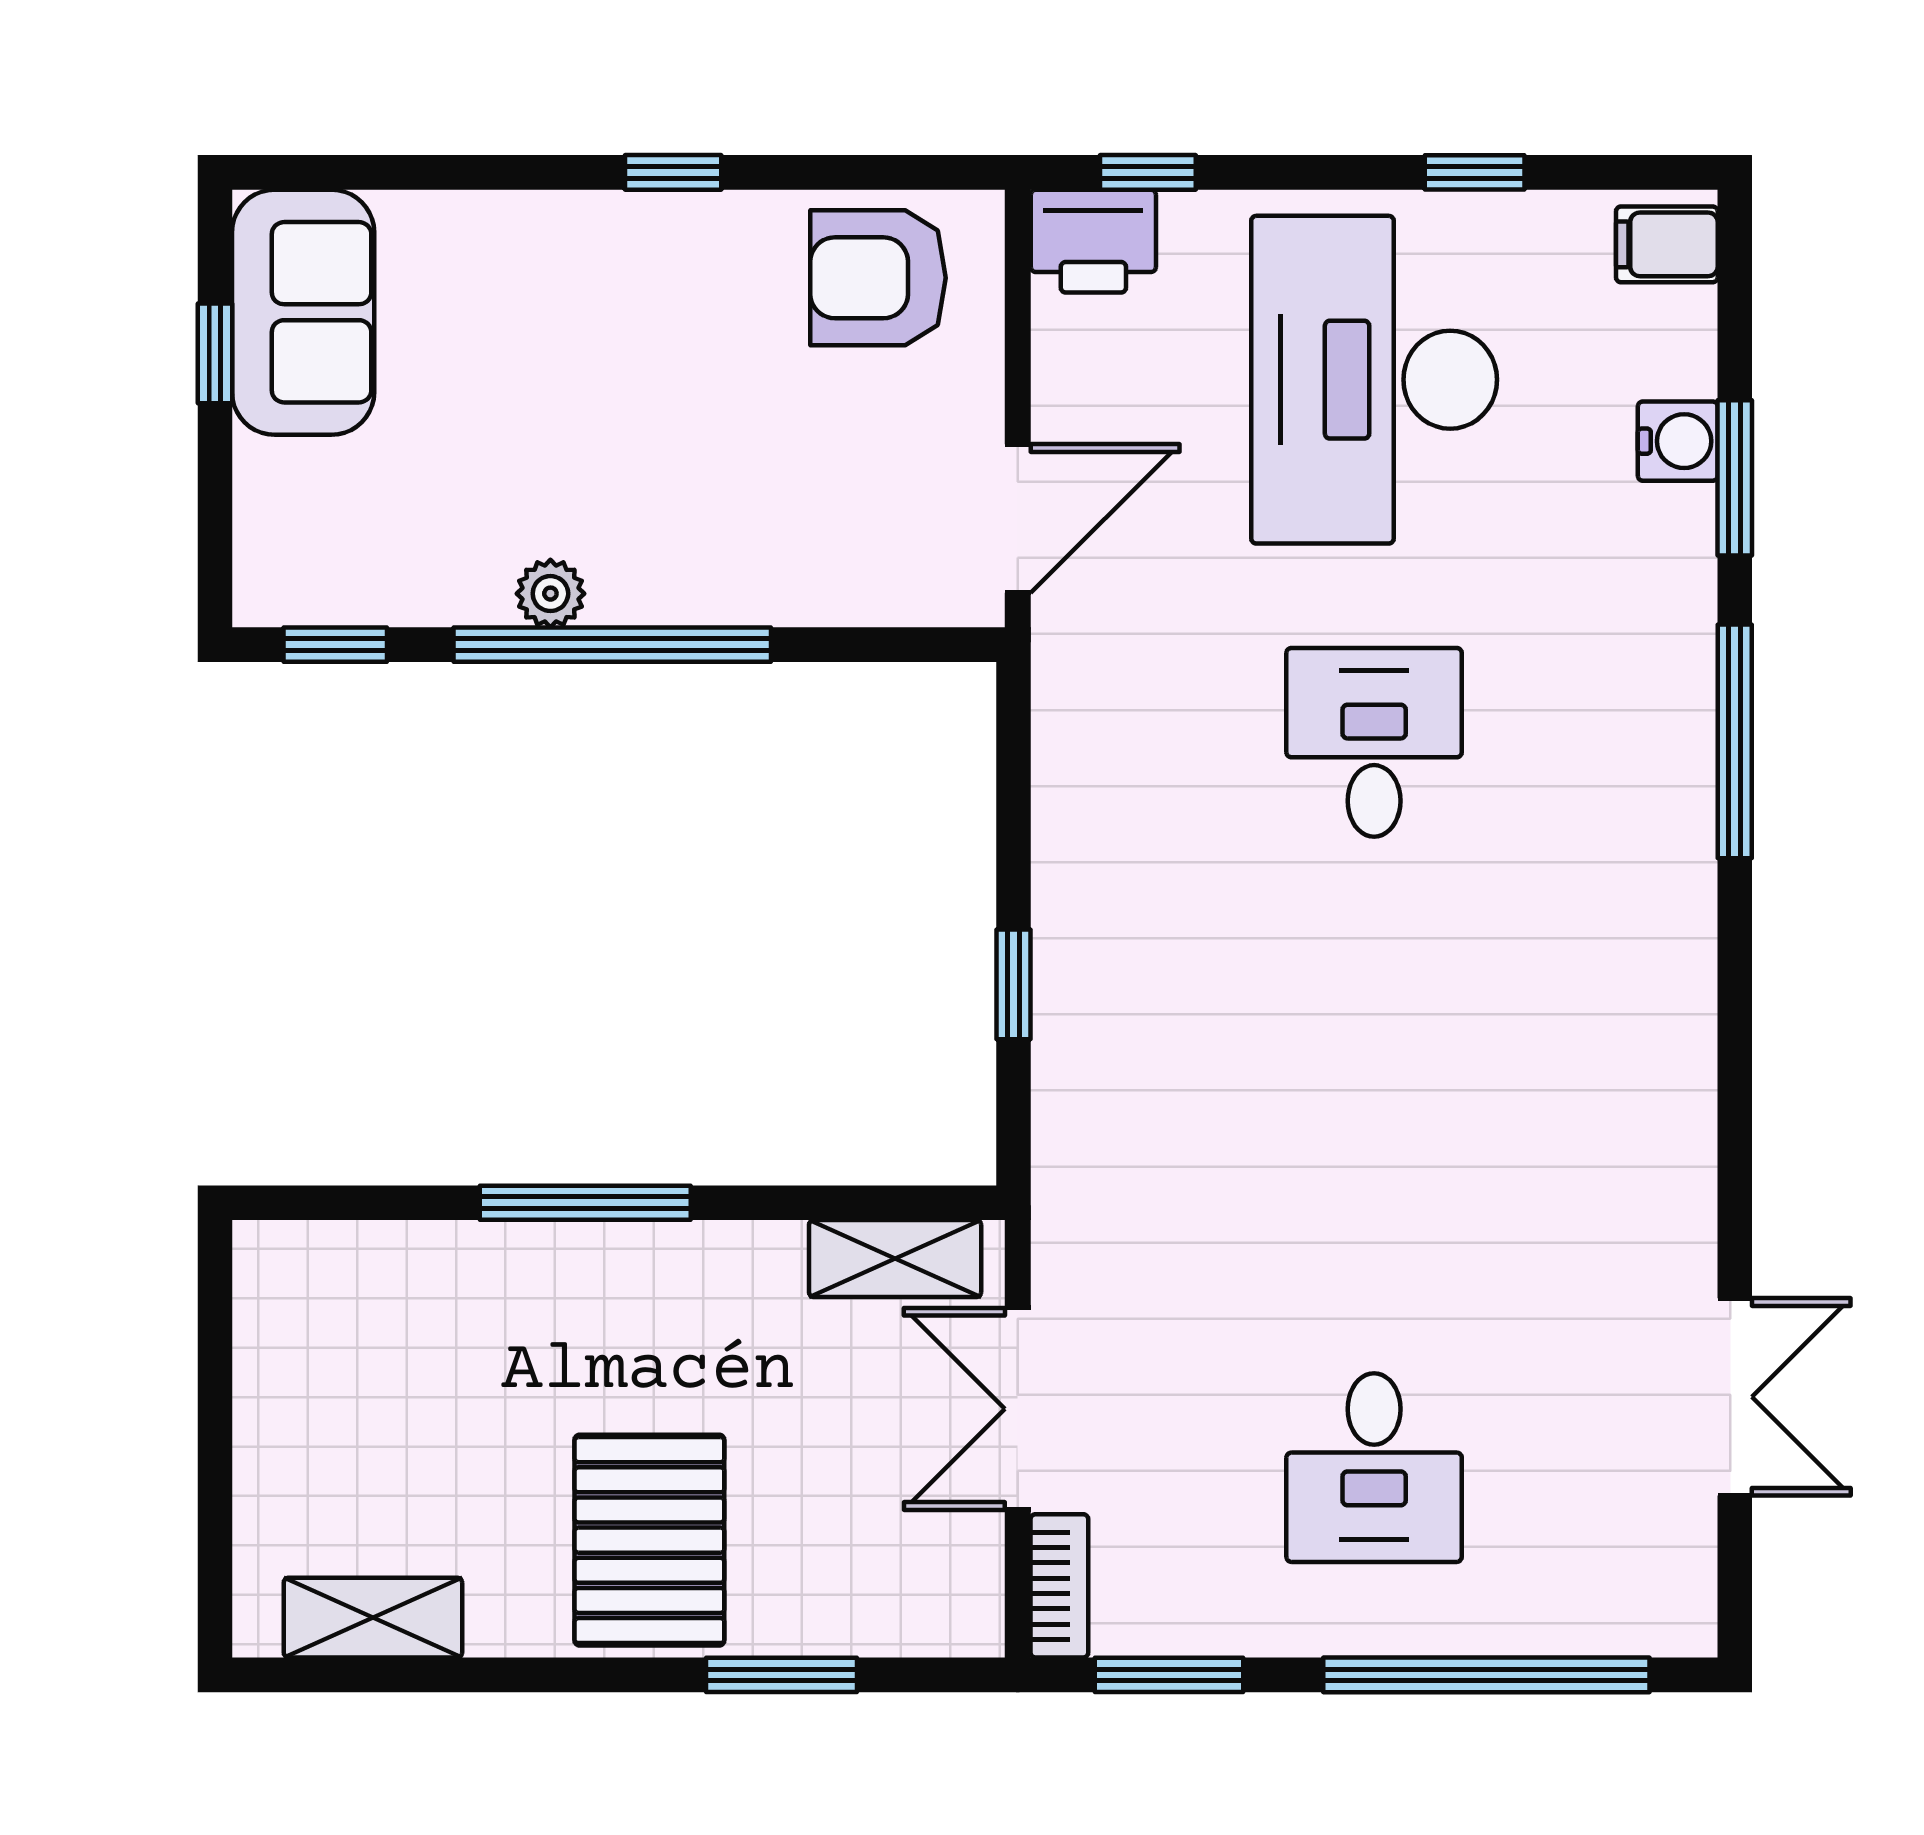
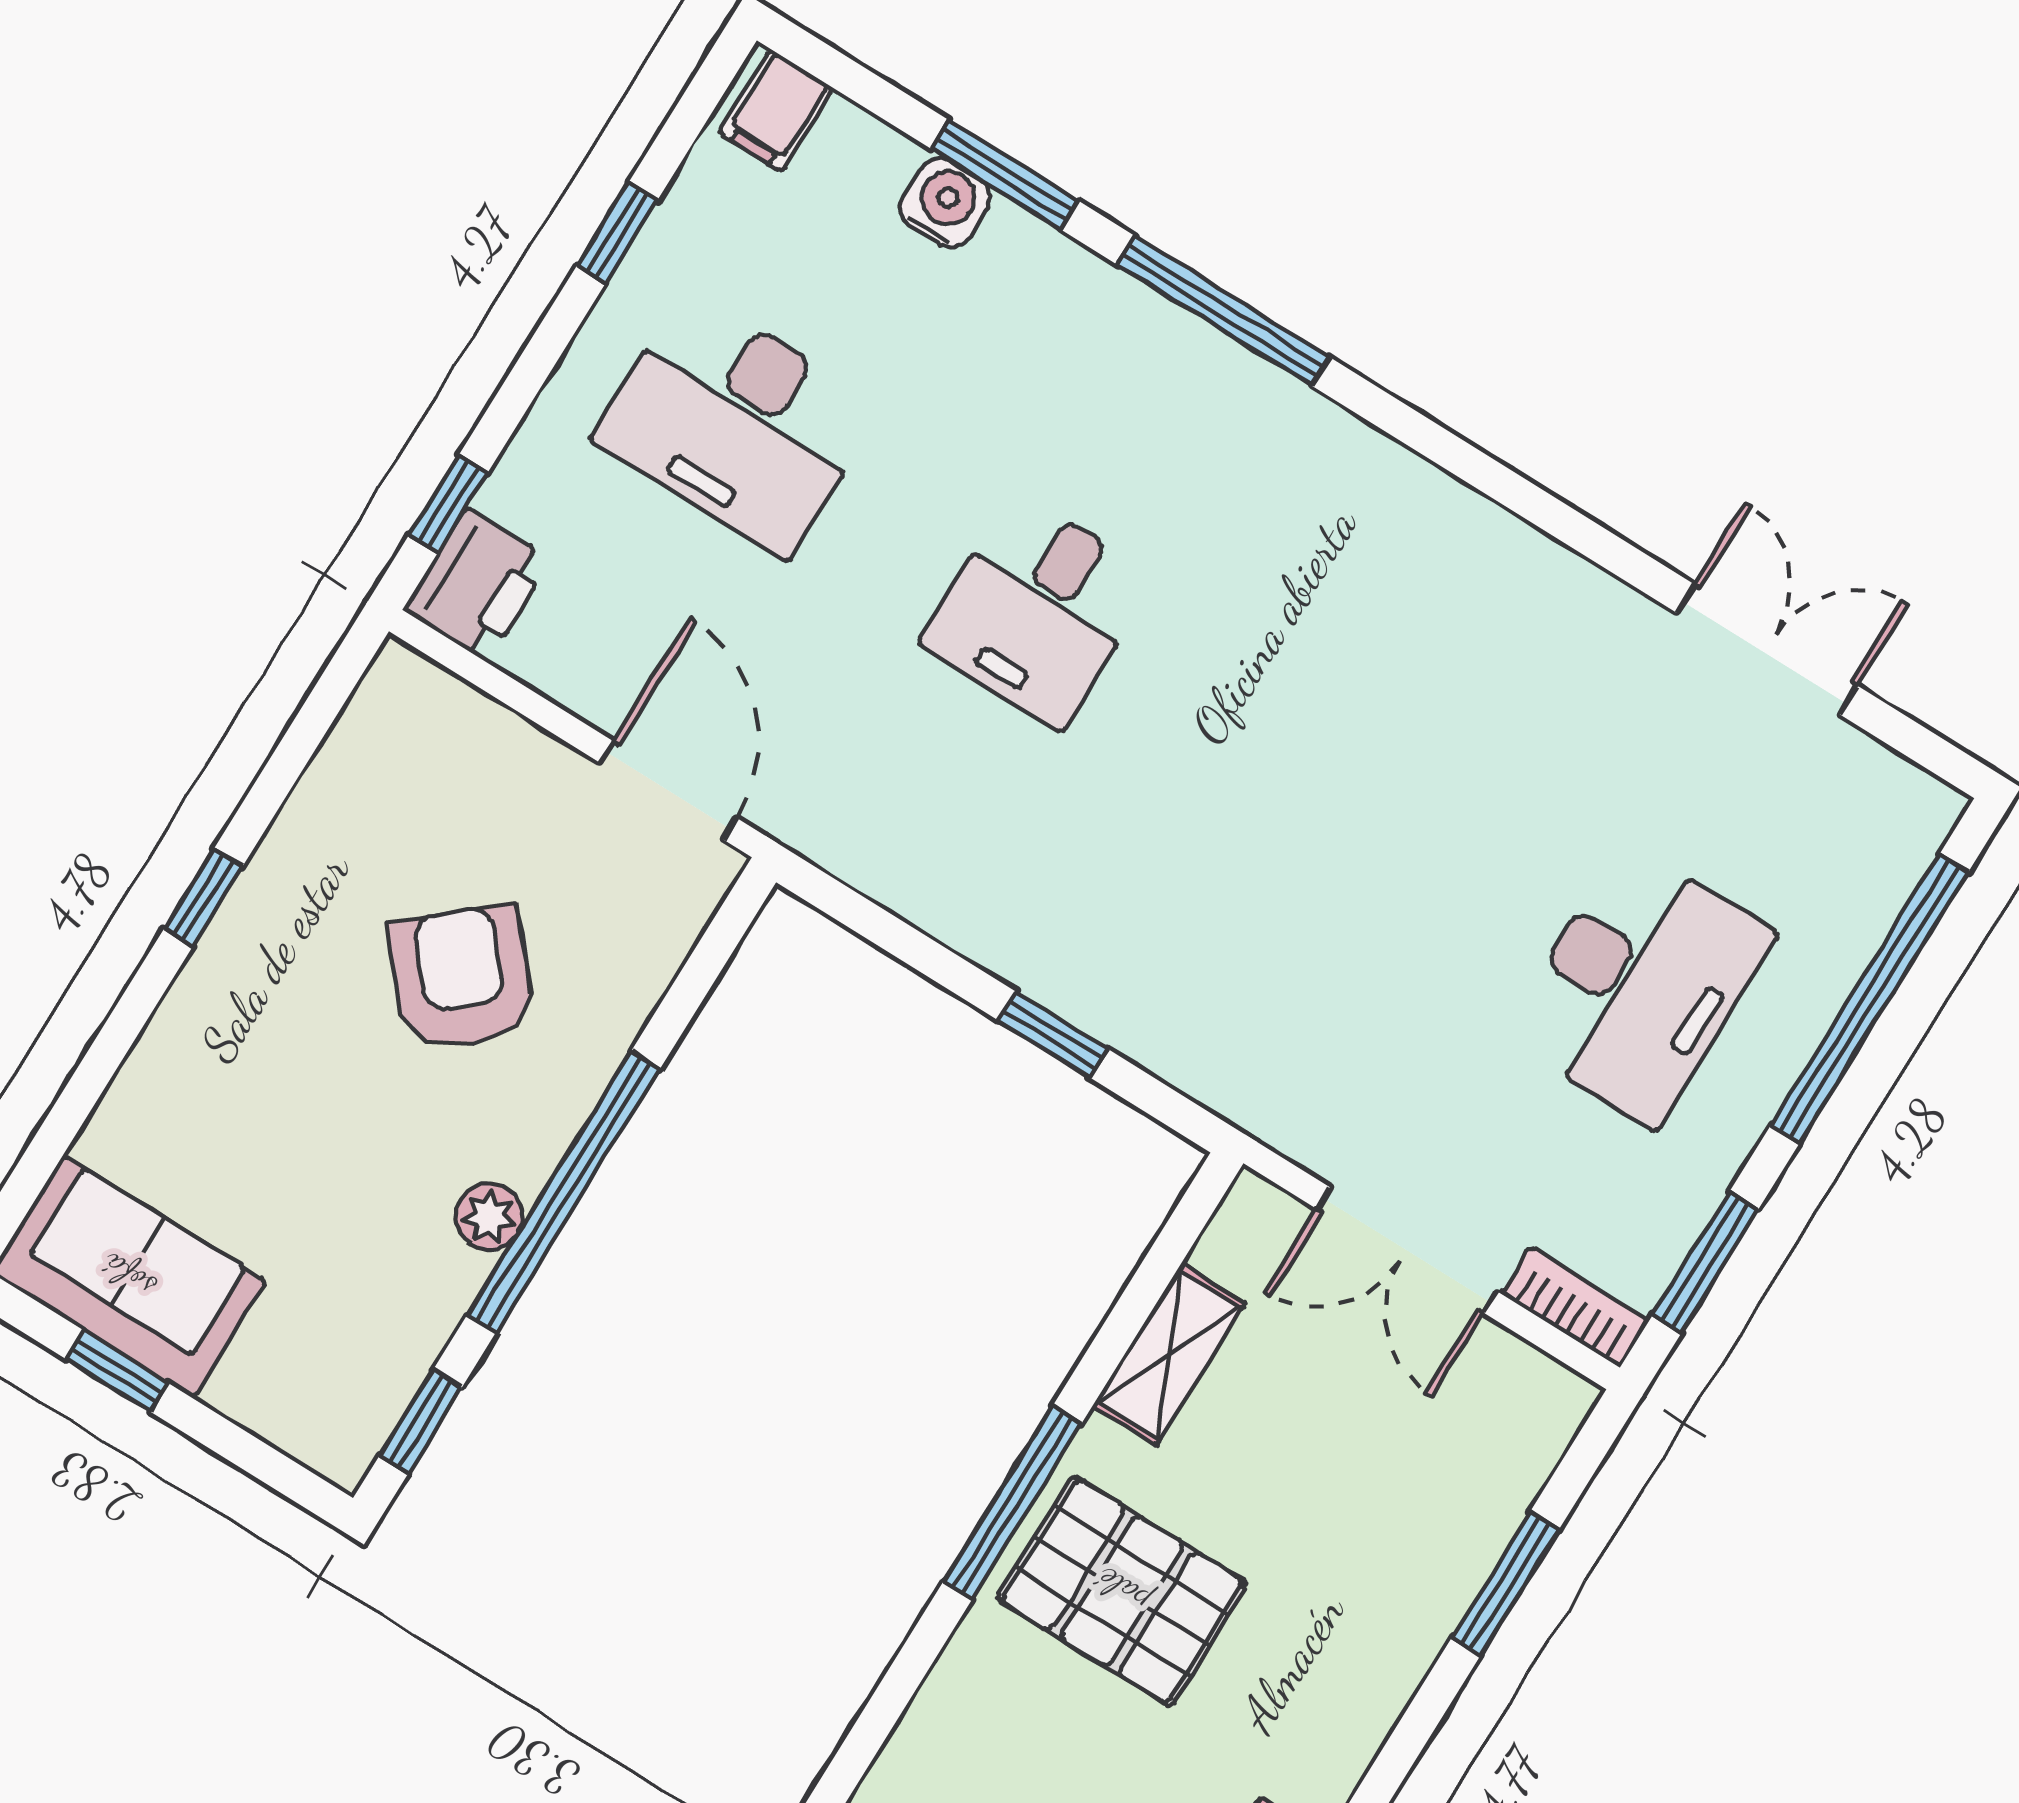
armchair: (878, 278) -> (462, 978), moved, turned 139
desk: (1374, 380) -> (737, 423), width x0.73, depth x0.77
desk: (1374, 742) -> (1038, 610), turned -90
shelving: (895, 1259) -> (1169, 1354), moved
desk: (1374, 1468) -> (1639, 985), width x1.37
pallet: (649, 1540) -> (1122, 1591), moved

